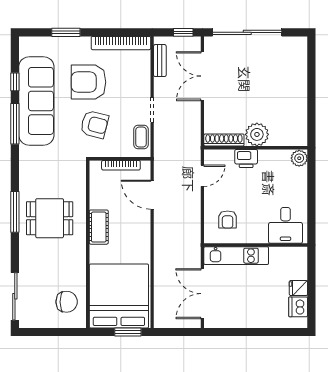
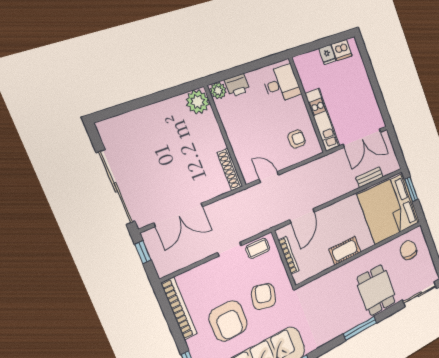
bench: (160, 61) -> (370, 177), moved
plant: (257, 134) -> (198, 102), moved
printer: (246, 159) -> (237, 85), moved, turned 90
dining table: (50, 218) -> (376, 290), moved

